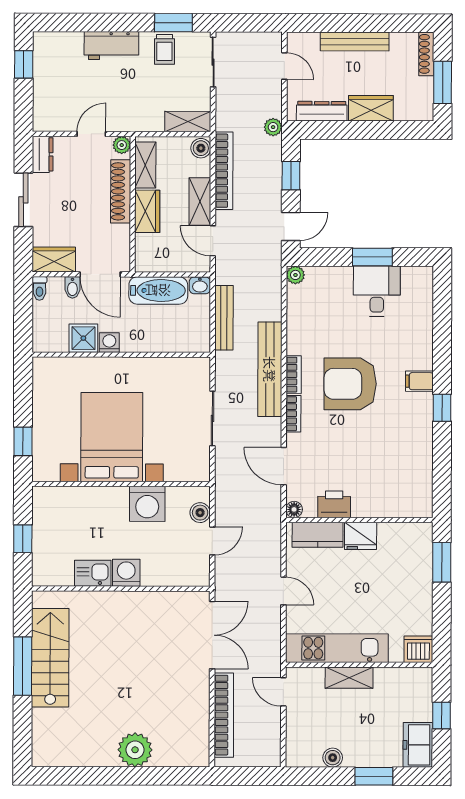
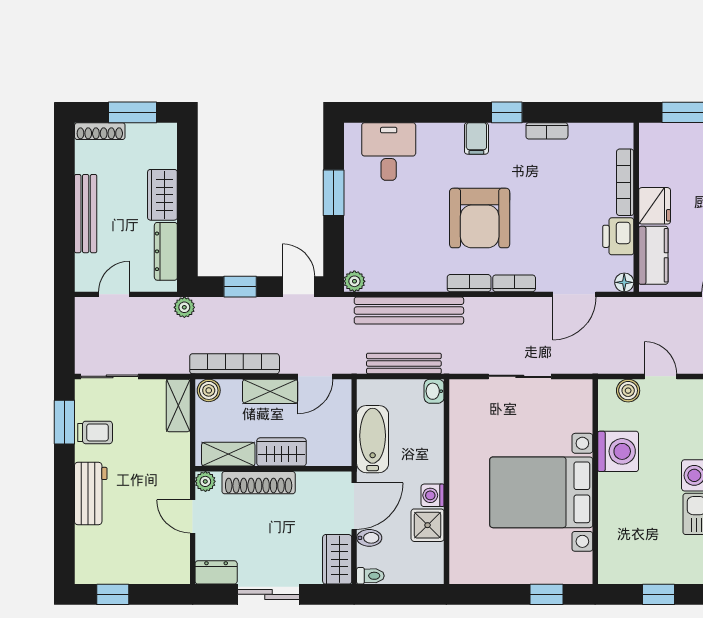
washbasin: (200, 285) -> (434, 391), moved, turned 180
desk: (377, 291) -> (389, 152), moved, turned 90
bench: (270, 369) -> (409, 311), moved
bookcase: (426, 442) -> (547, 131), added
bookcase: (381, 510) -> (625, 182), added

